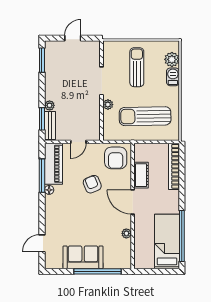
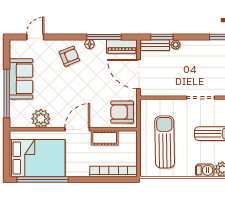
plant: (108, 105) -> (176, 104), removed
door: (78, 142) -> (139, 74), width x1.87
piano: (53, 164) -> (122, 46), width x0.73, depth x0.75
armchair: (92, 184) -> (69, 56), moved
plant: (126, 233) -> (41, 119), width x1.88, depth x1.88
bed: (167, 242) -> (37, 158), width x1.50
door: (42, 243) -> (35, 37), hinge flipped

